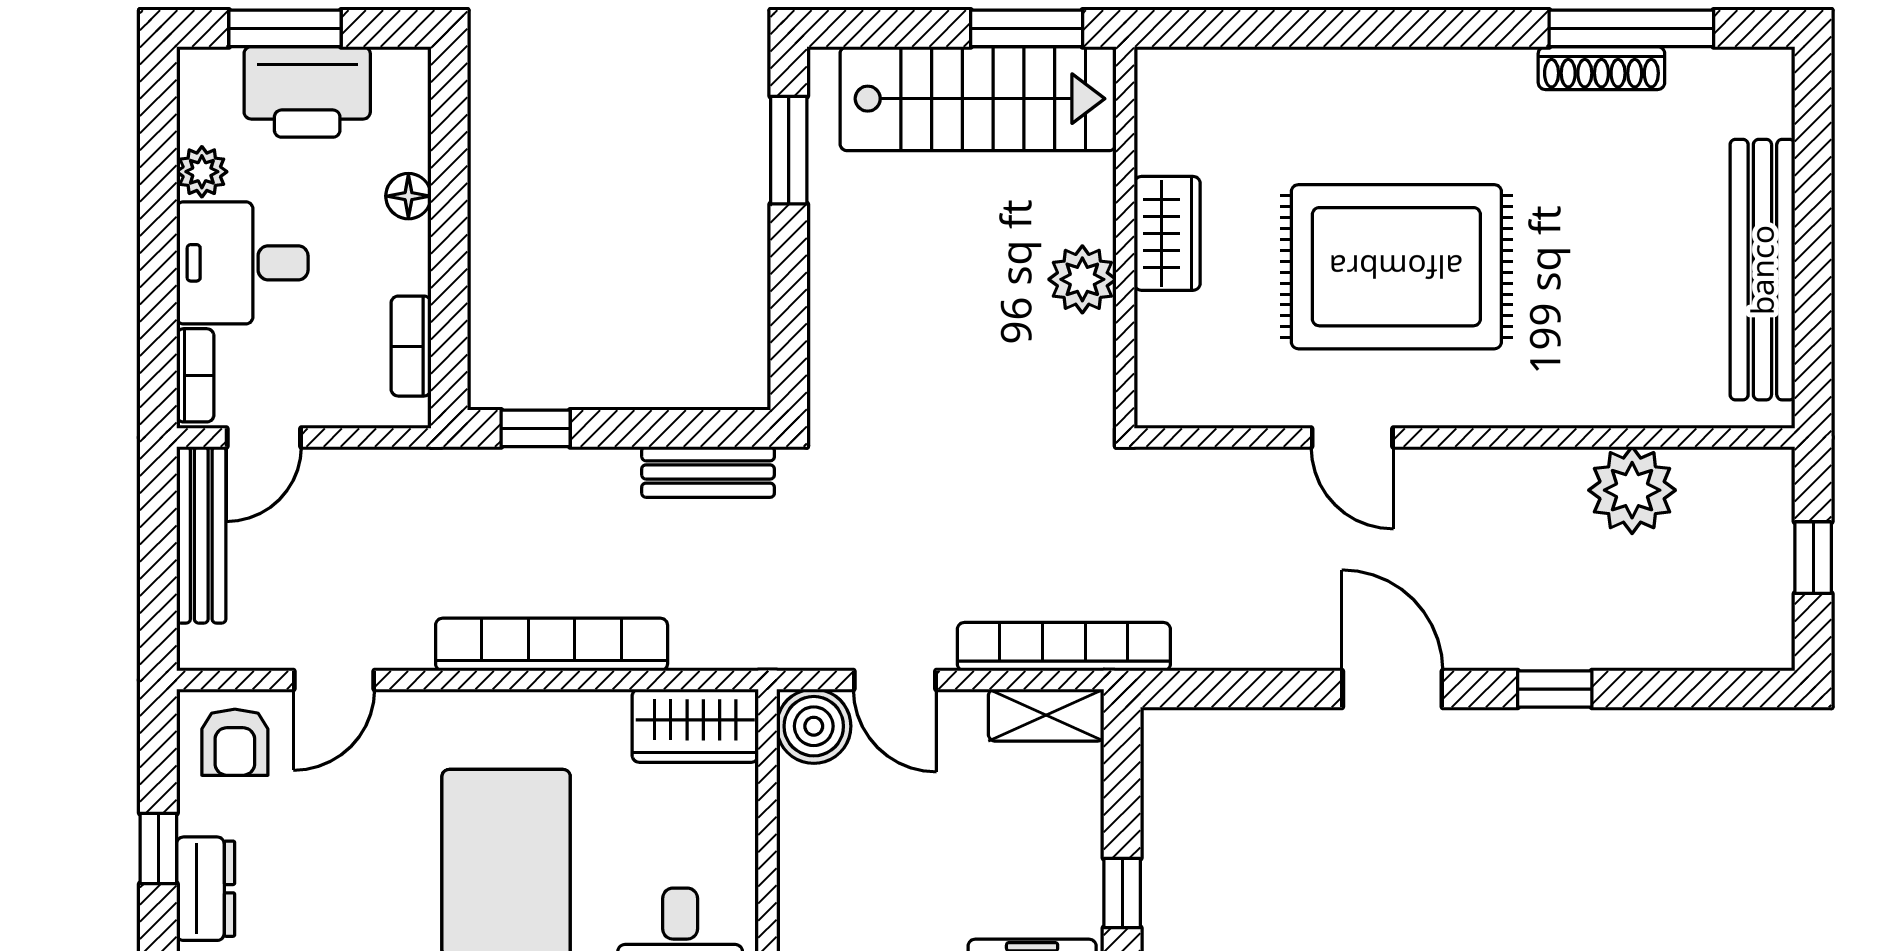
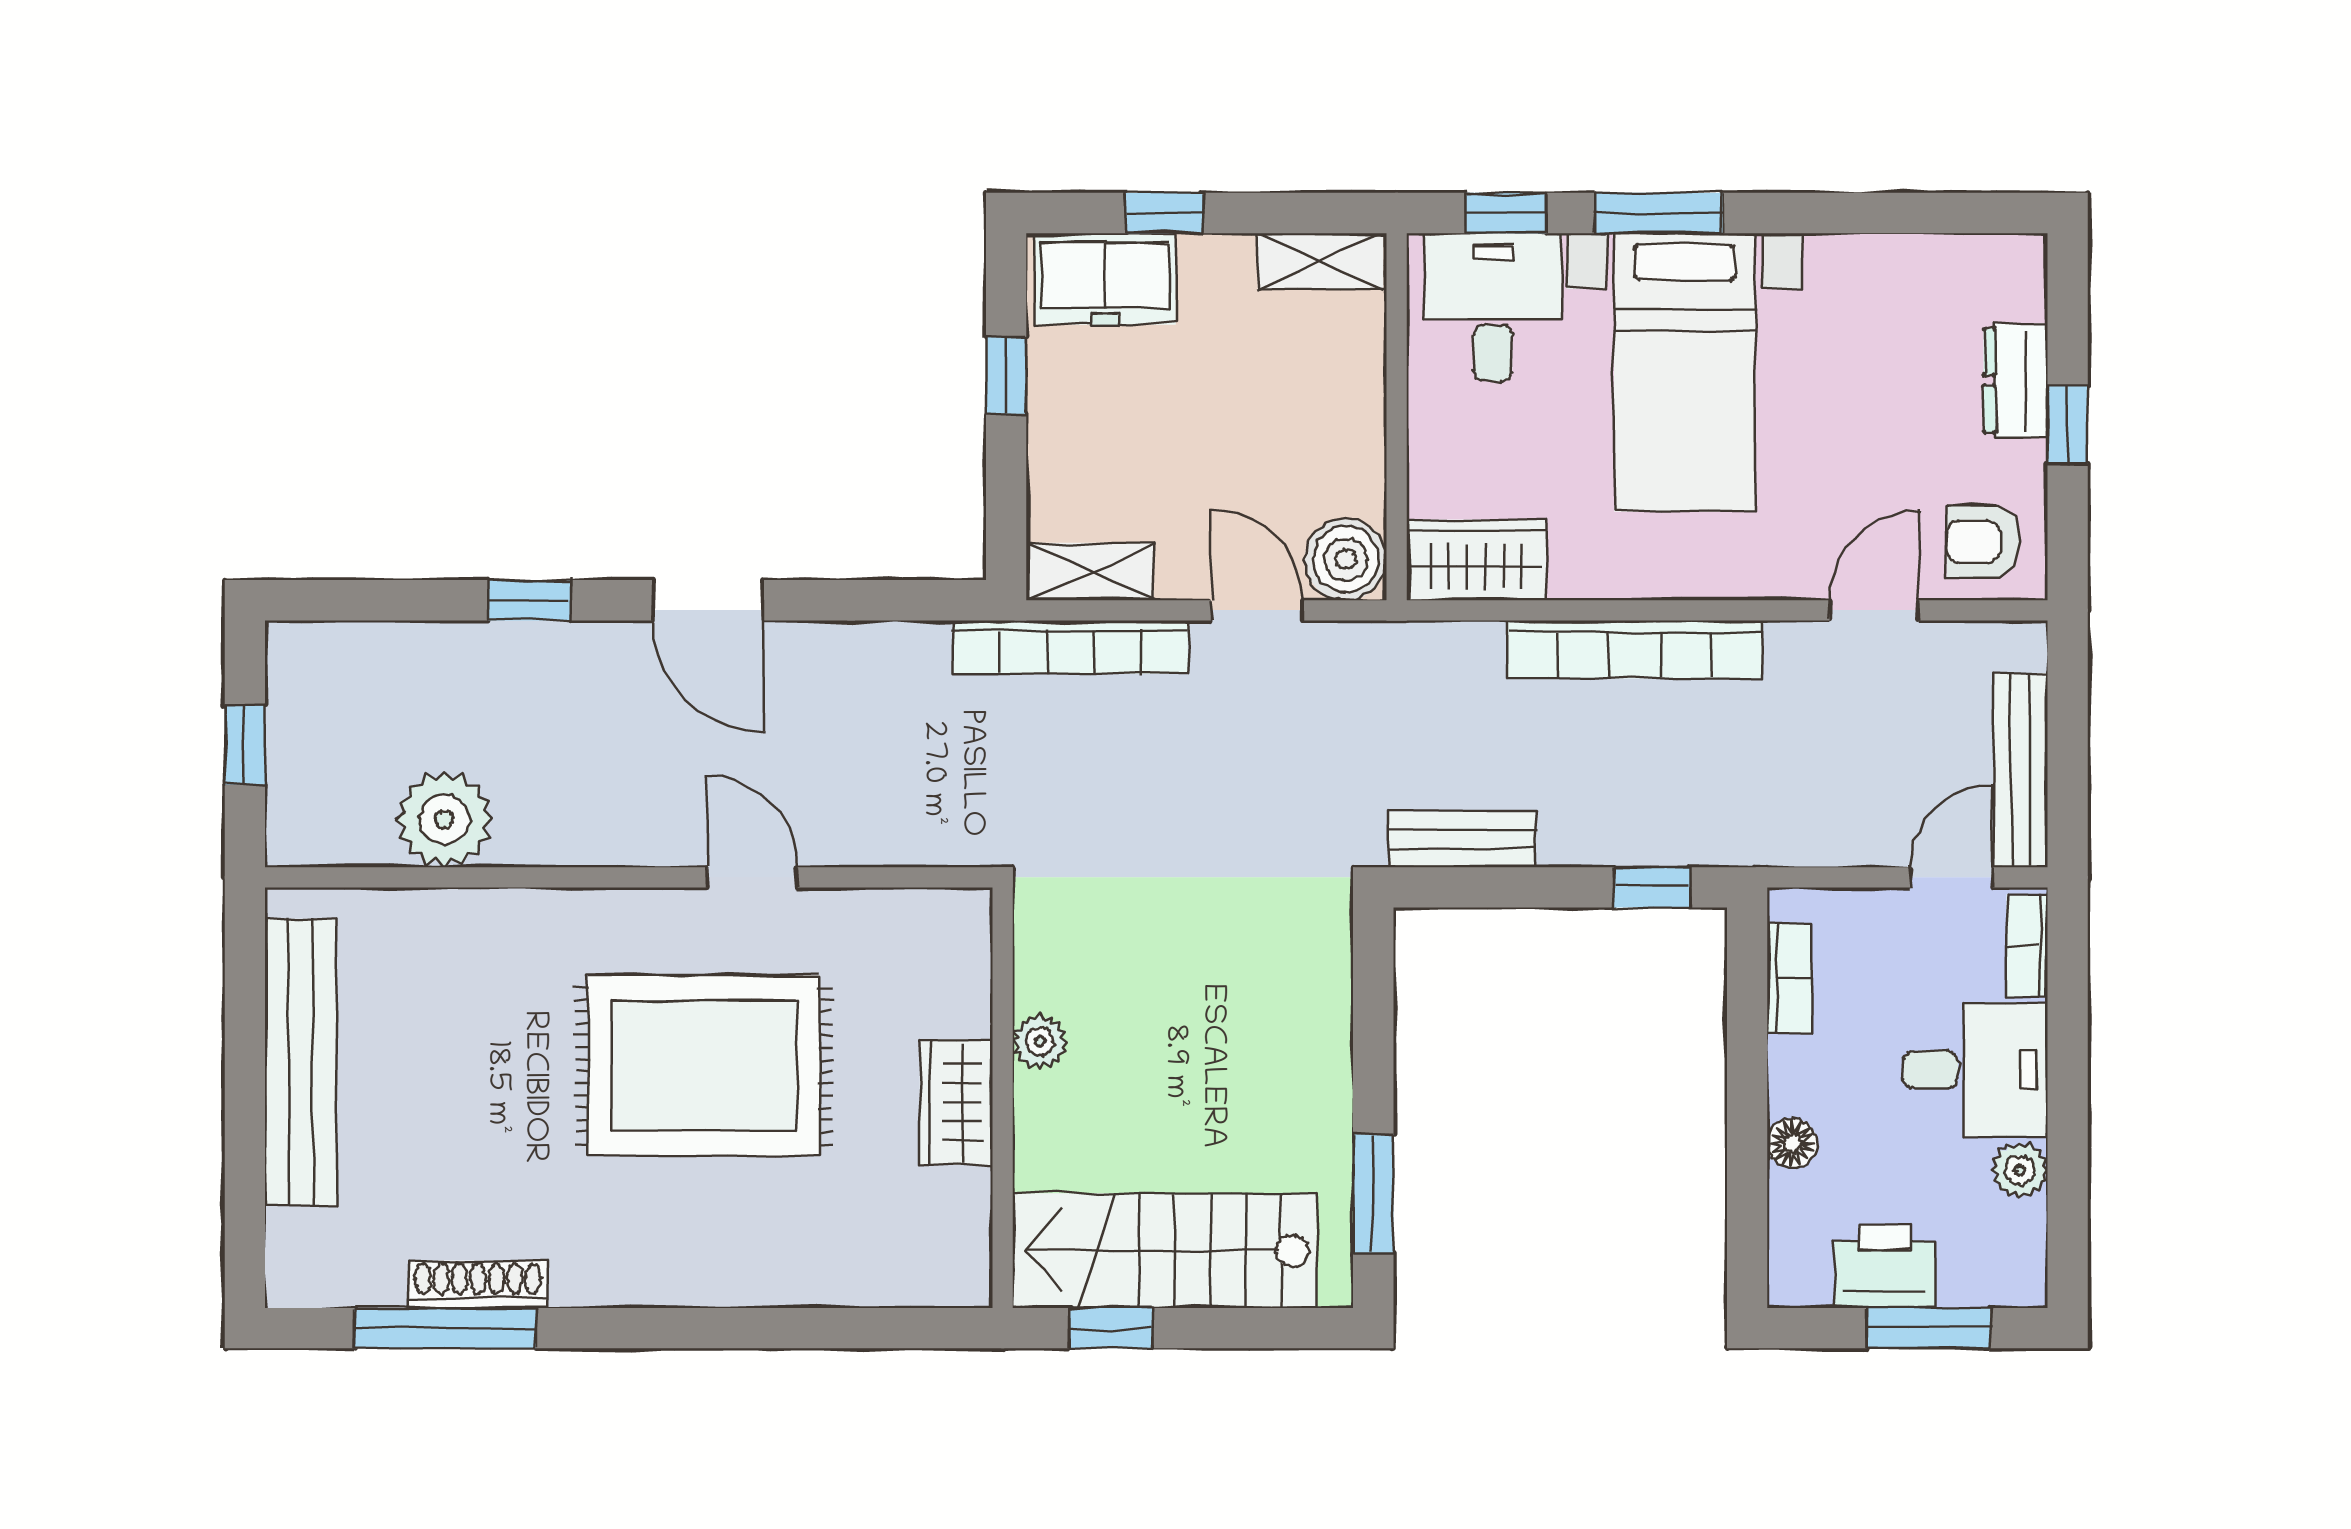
window: (1027, 28) -> (1111, 1328), width x0.67
printer: (307, 92) -> (1885, 1266), width x0.73, depth x0.84
plant: (1082, 279) -> (1040, 1041), width x0.73, depth x0.73
armchair: (235, 742) -> (1983, 542), turned -90

